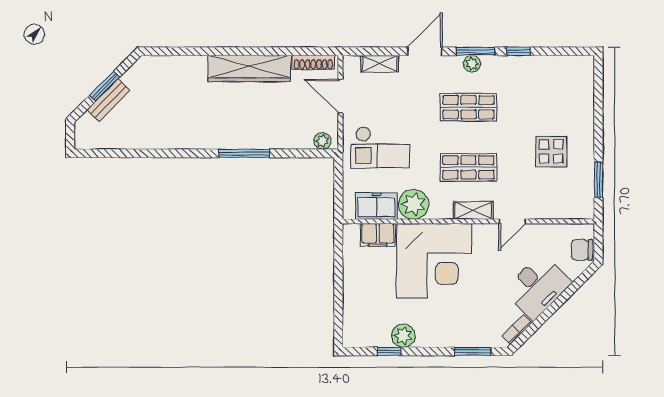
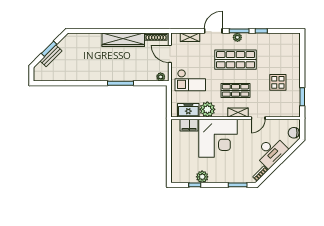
shop shelf: (468, 107) -> (236, 60), width x1.43, depth x1.36

